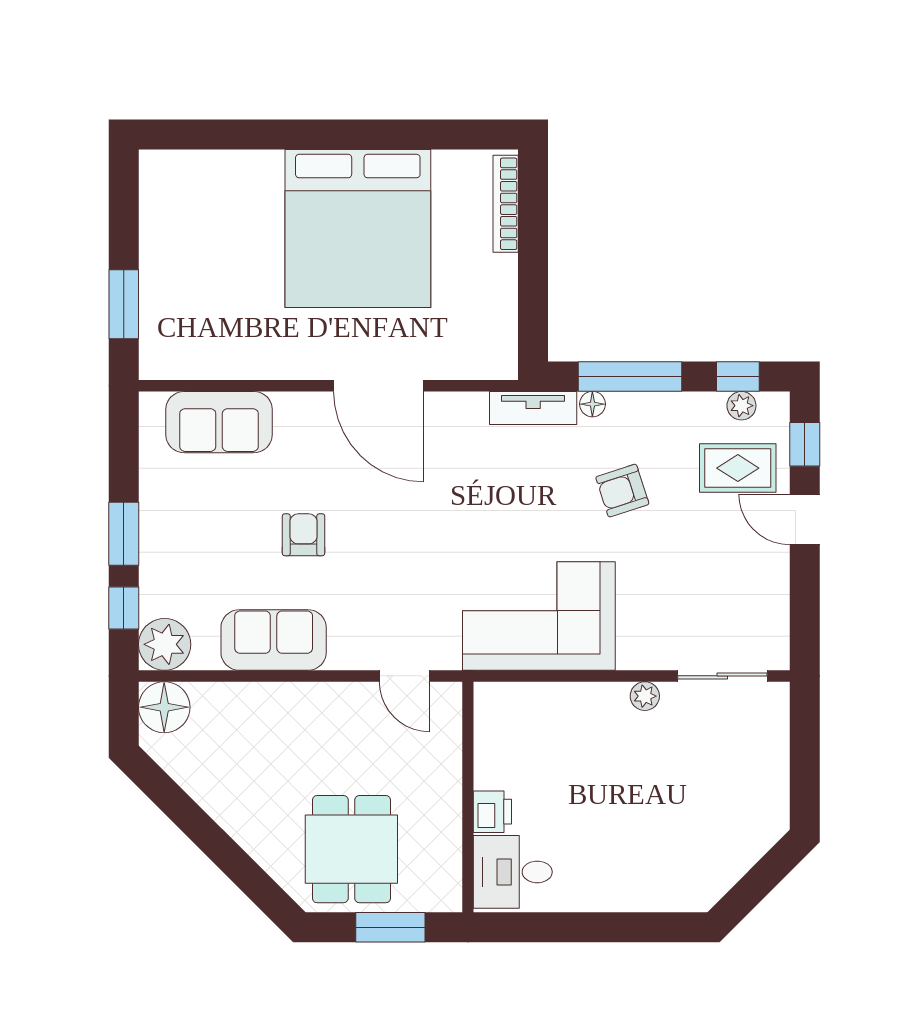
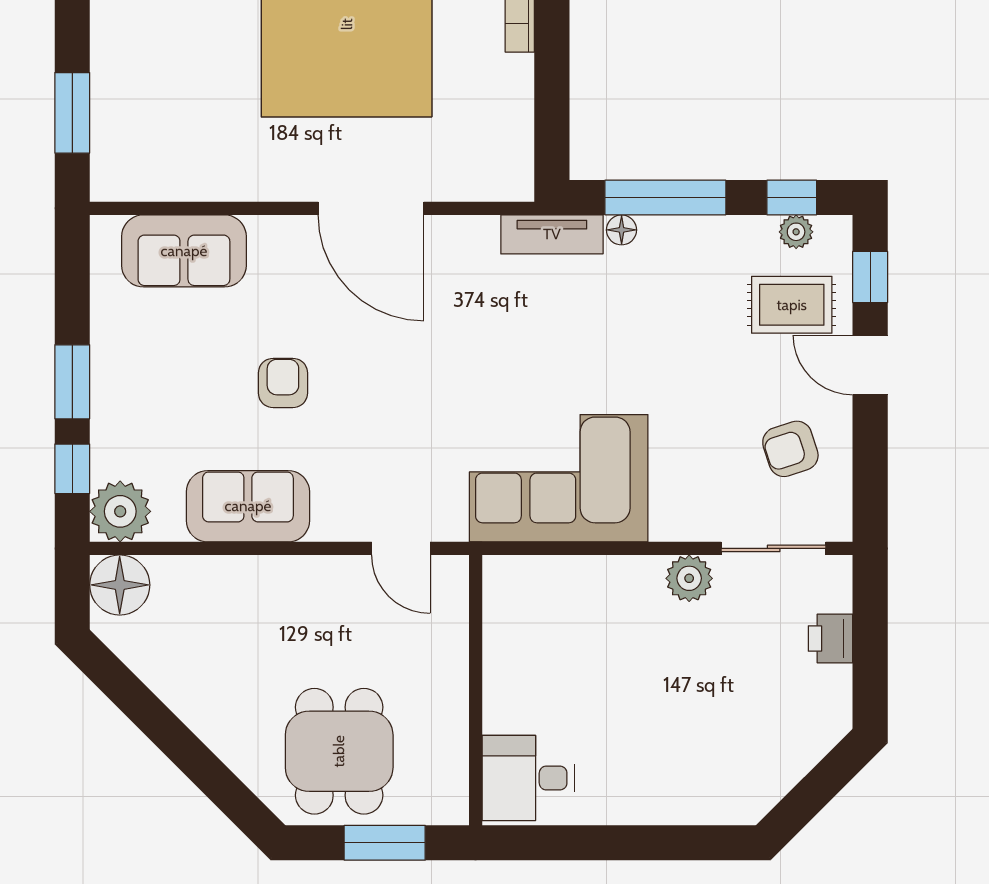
armchair: (622, 491) -> (790, 449), moved
plant: (645, 696) -> (689, 578), width x1.38, depth x1.38
printer: (492, 812) -> (830, 638), moved, turned 180

